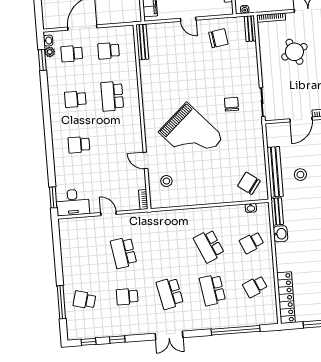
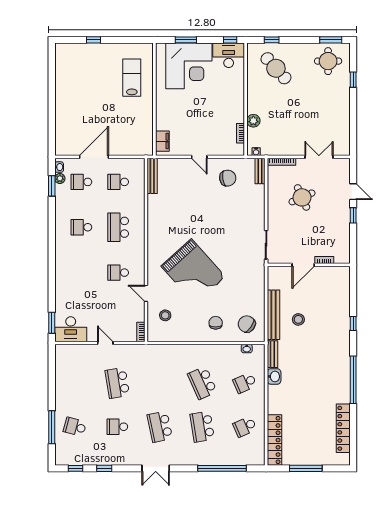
chair: (232, 104) -> (216, 323), moved
school desk: (79, 145) -> (118, 273), moved

